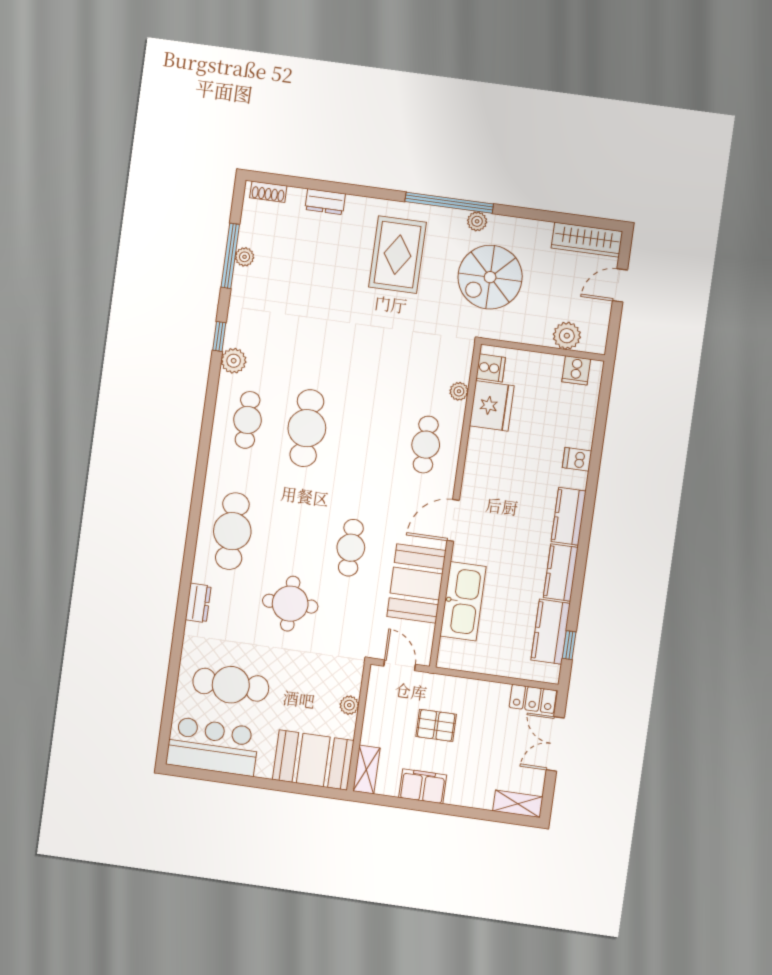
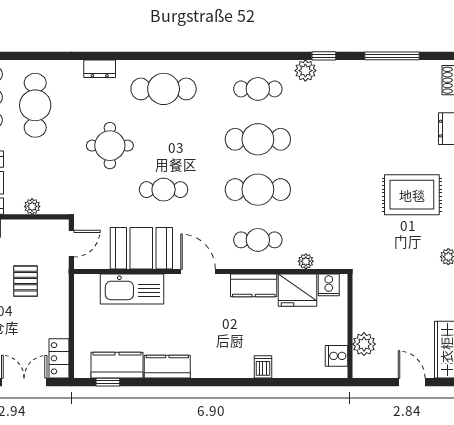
plant: (245, 257) -> (393, 68), removed
spiral stairs: (490, 277) -> (404, 274), removed
cafe table: (366, 436) -> (258, 190), added
kitchen counter: (569, 516) -> (254, 285), moved, turned 180

